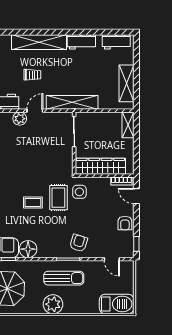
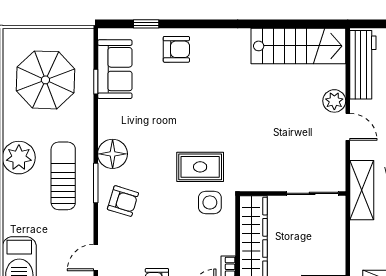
shelving: (72, 102) -> (362, 190), width x0.68
coffee table: (33, 202) -> (192, 123), removed
floor lamp: (28, 249) -> (113, 154), moved
sun lounger: (64, 278) -> (63, 176), turned 180

